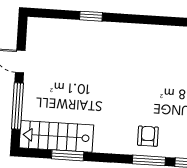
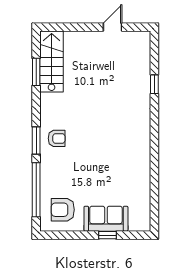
window: (17, 106) -> (75, 27), removed

